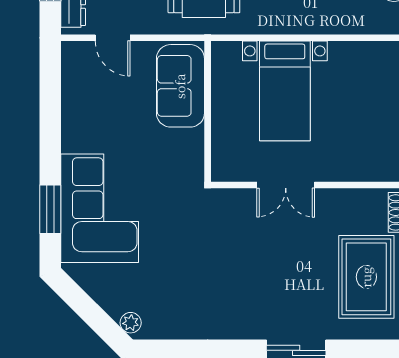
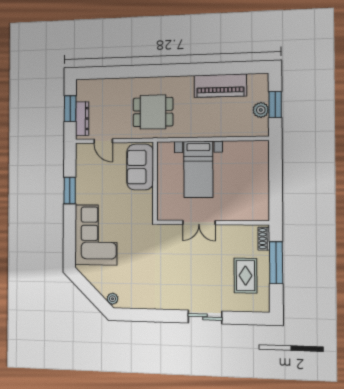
window: (50, 209) -> (70, 190), moved
rug: (366, 277) -> (245, 276), width x0.73, depth x0.70

